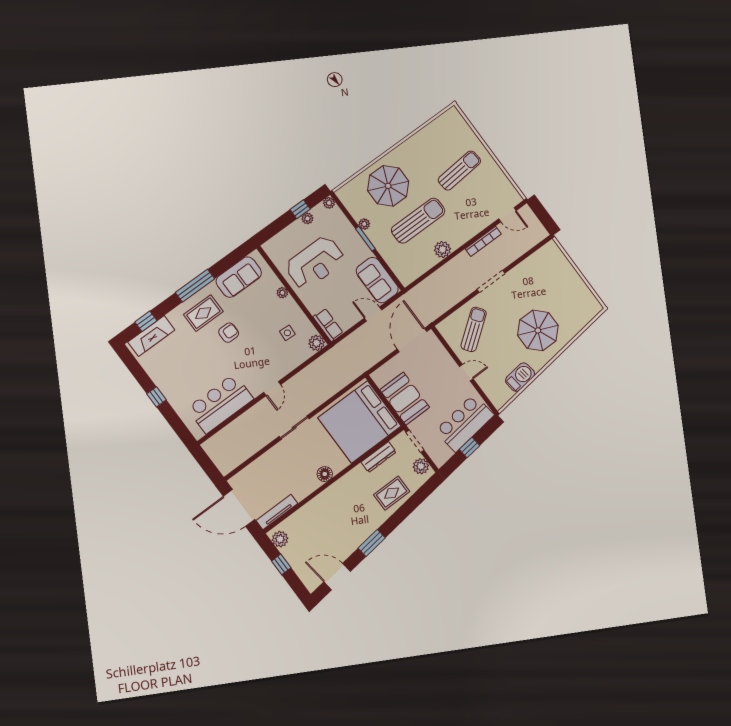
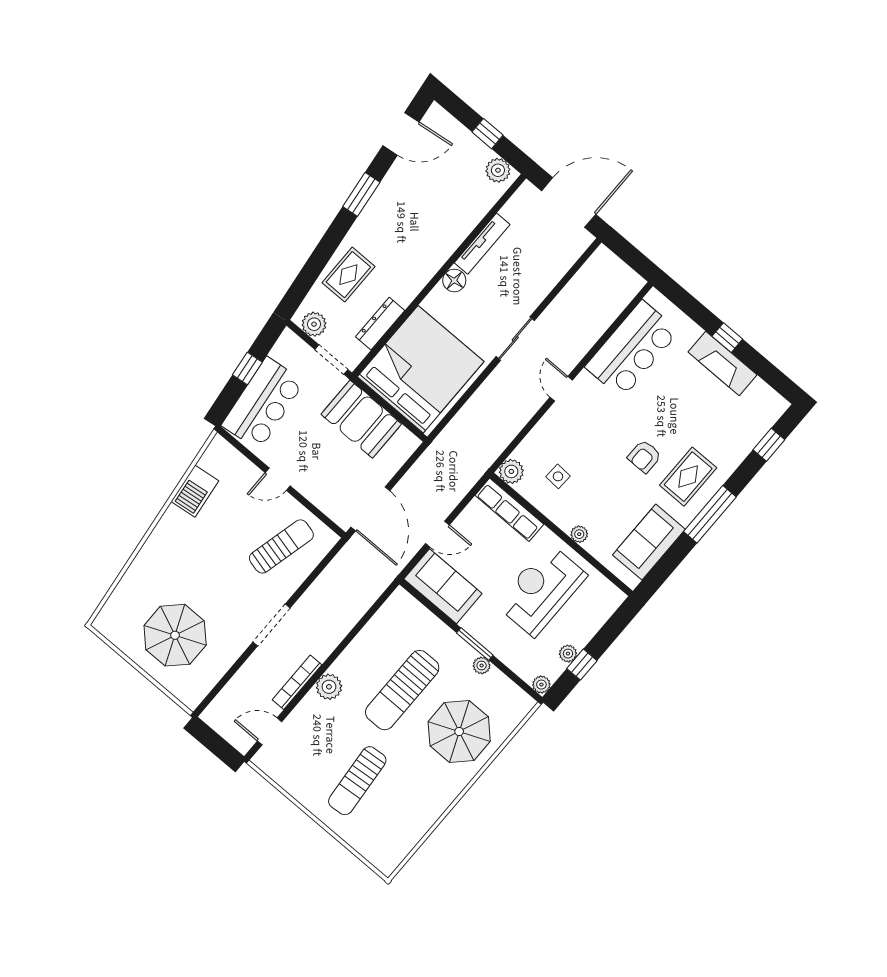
plant: (442, 249) -> (329, 687), moved
row of seats: (328, 325) -> (509, 510), width x1.48
sun lounger: (474, 329) -> (281, 546), turned -129
parasol: (538, 330) -> (175, 635), moved
fireplace: (151, 336) -> (723, 363), moved, turned -90
tv unit: (277, 512) -> (482, 244), moved

